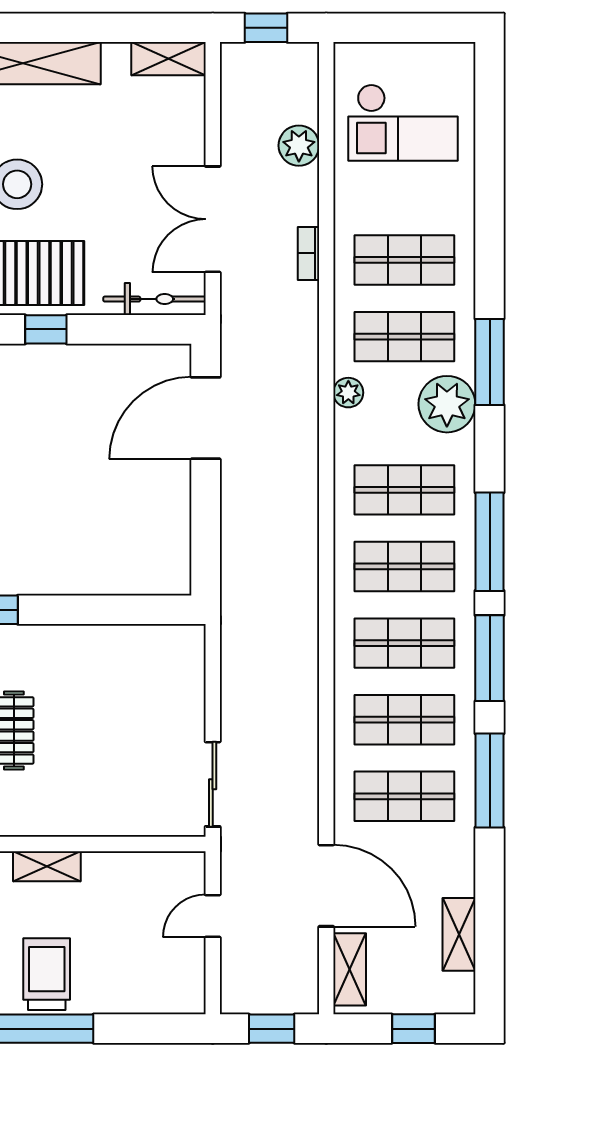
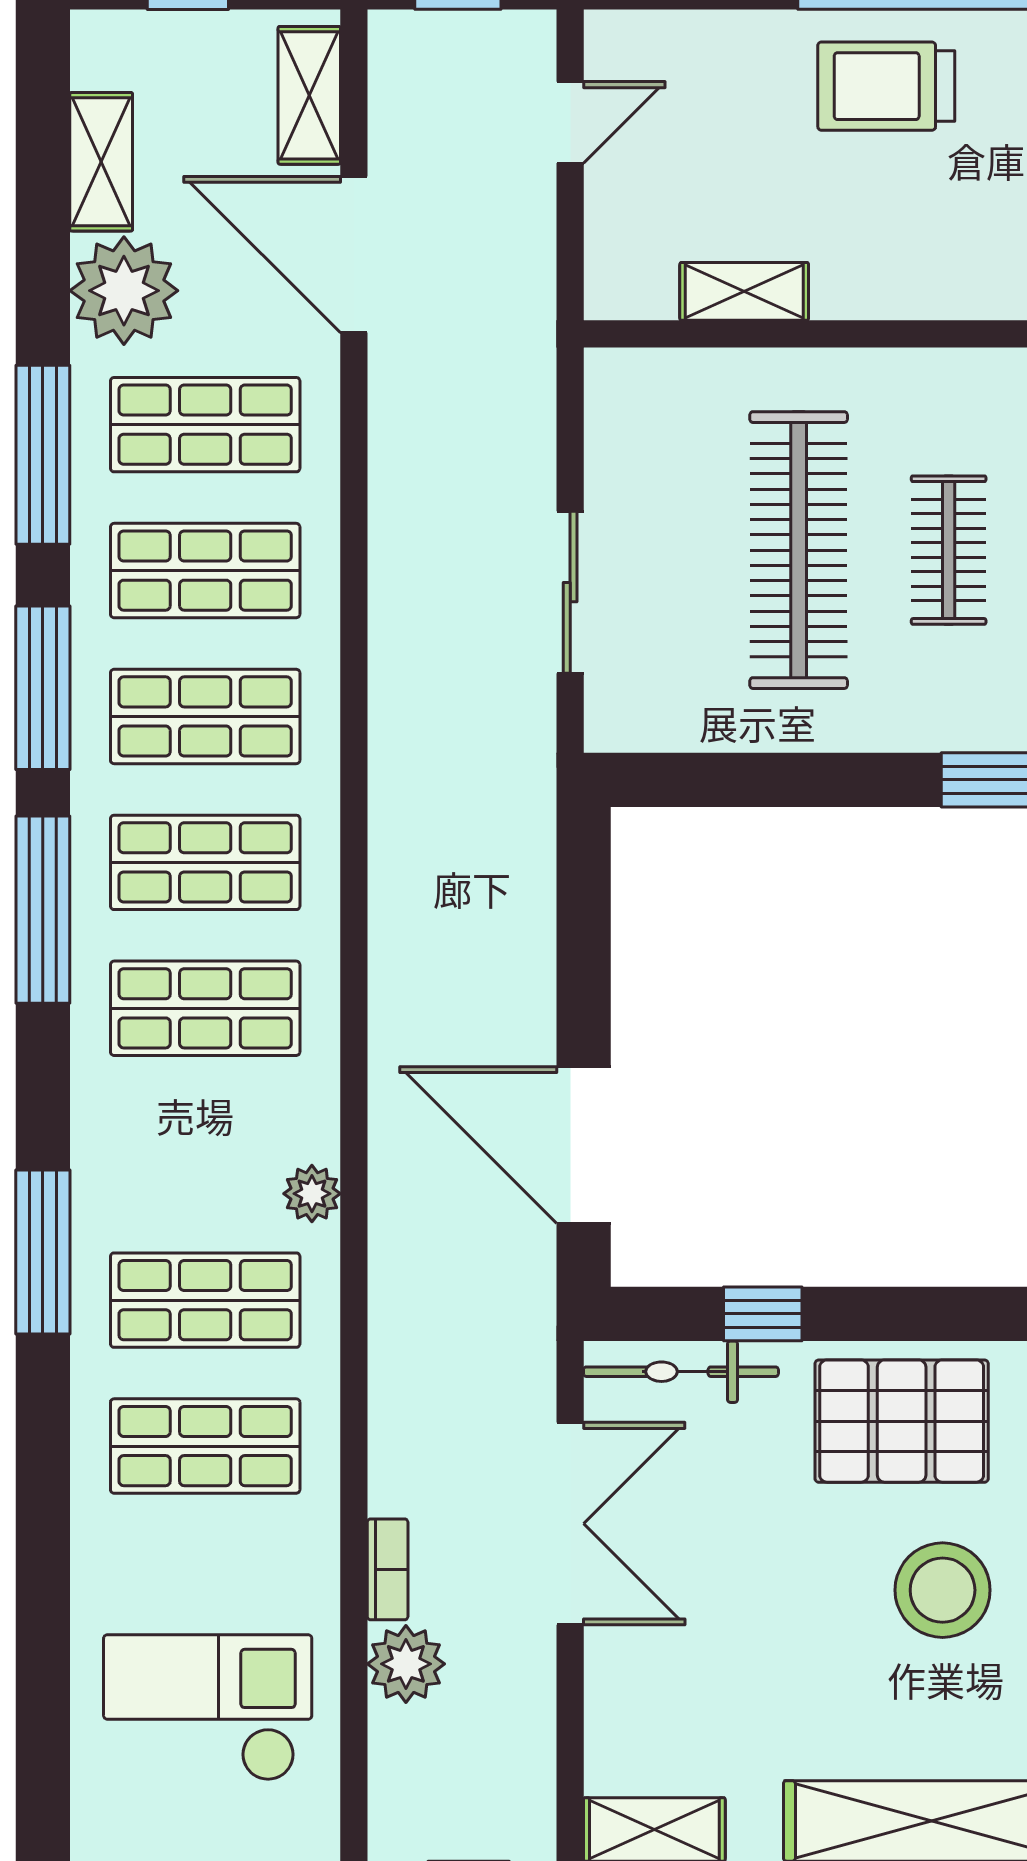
bookcase: (309, 253) -> (388, 1569), moved
window: (46, 329) -> (763, 1314), moved
plant: (447, 404) -> (124, 291), moved
door: (206, 418) -> (584, 1145), swing flipped
clothes rail: (93, 730) -> (799, 550), added
sliding door: (213, 784) -> (570, 592), moved
shelving: (47, 866) -> (744, 291), moved
door: (213, 916) -> (570, 122), moved
trolley: (47, 974) -> (886, 86), turned 90

